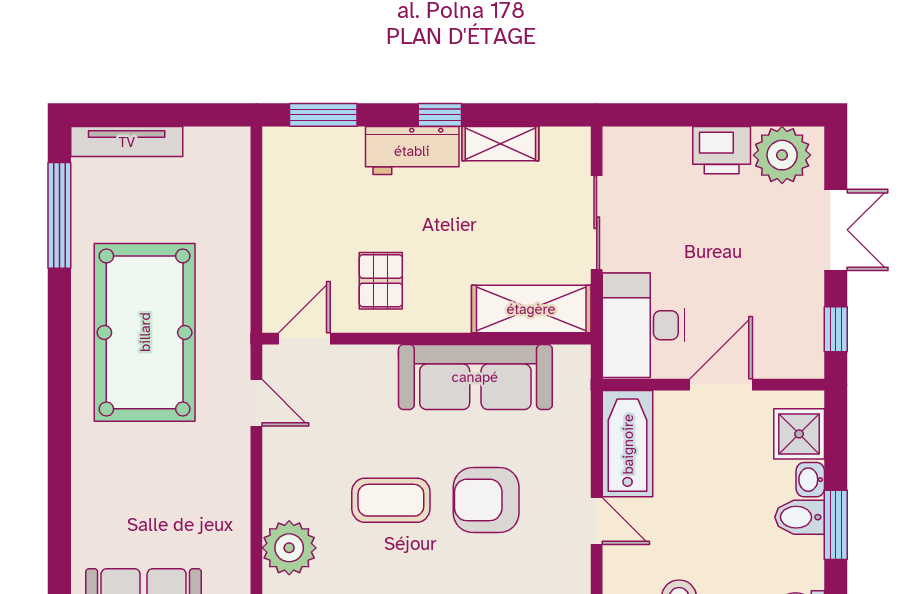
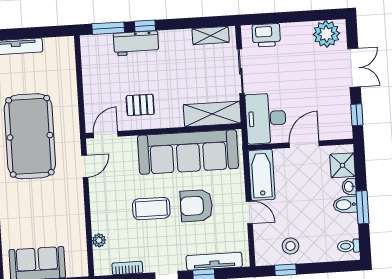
window: (440, 115) -> (145, 26), moved
shelving: (500, 144) -> (211, 36), moved
printer: (722, 150) -> (266, 35), moved
workbench: (412, 151) -> (136, 43), moved
pallet: (381, 281) -> (140, 105), turned 90
sofa: (475, 377) -> (188, 152), width x1.36, depth x1.27
door: (256, 403) -> (85, 166), hinge flipped
plant: (289, 548) -> (99, 240), width x0.53, depth x0.53

